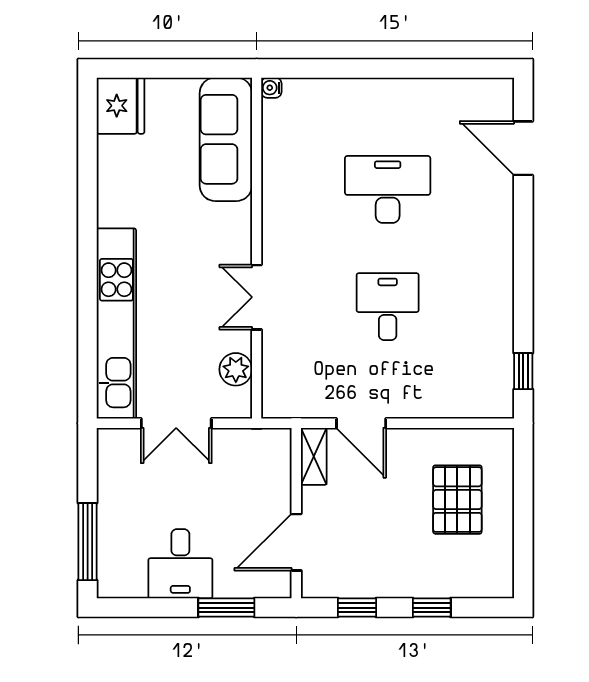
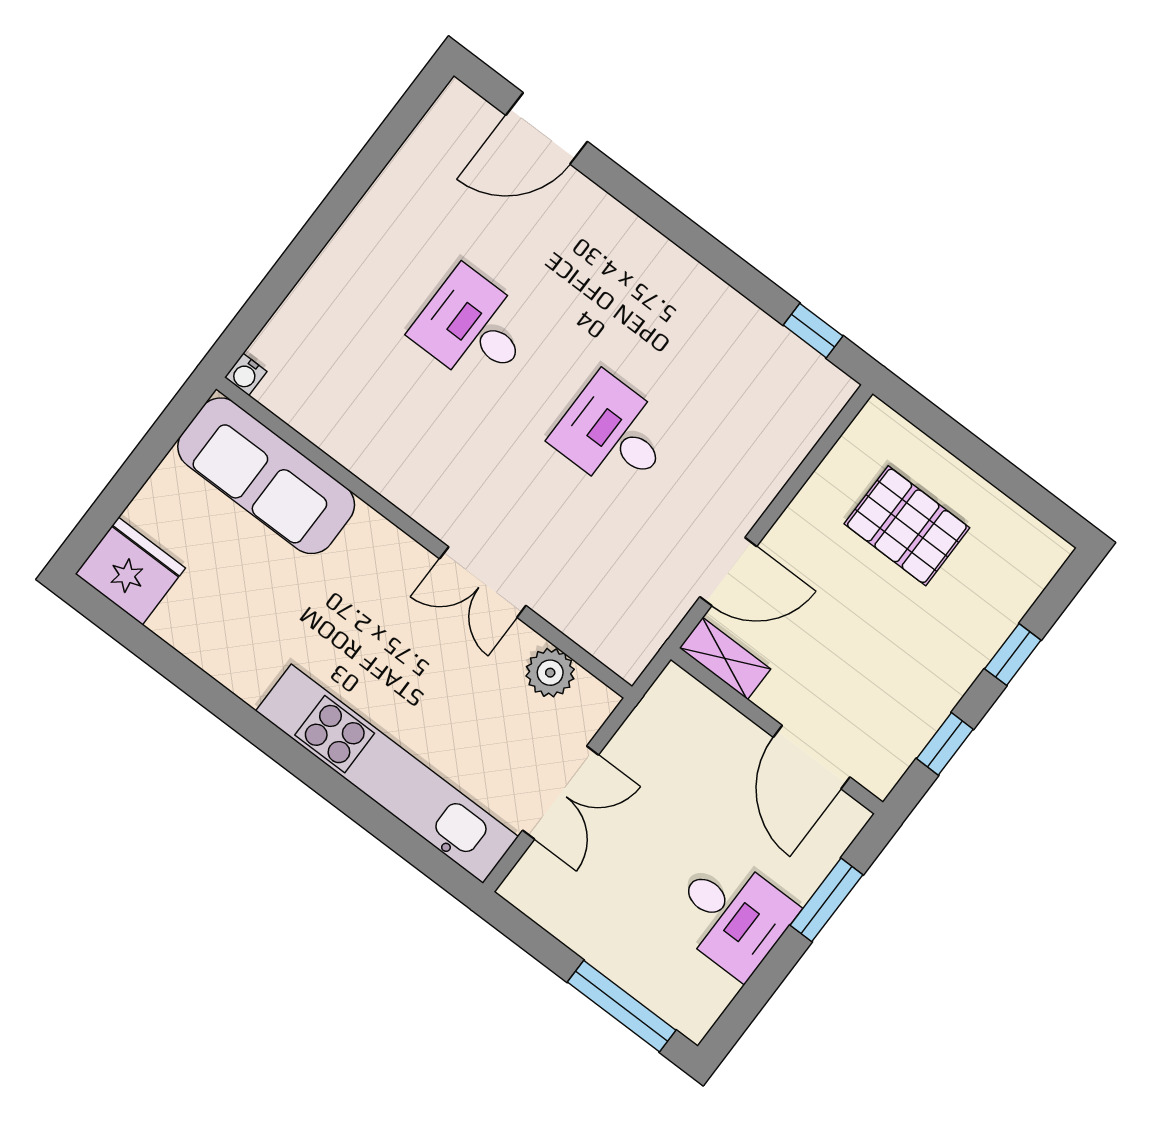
desk: (388, 189) -> (473, 328), width x0.73

